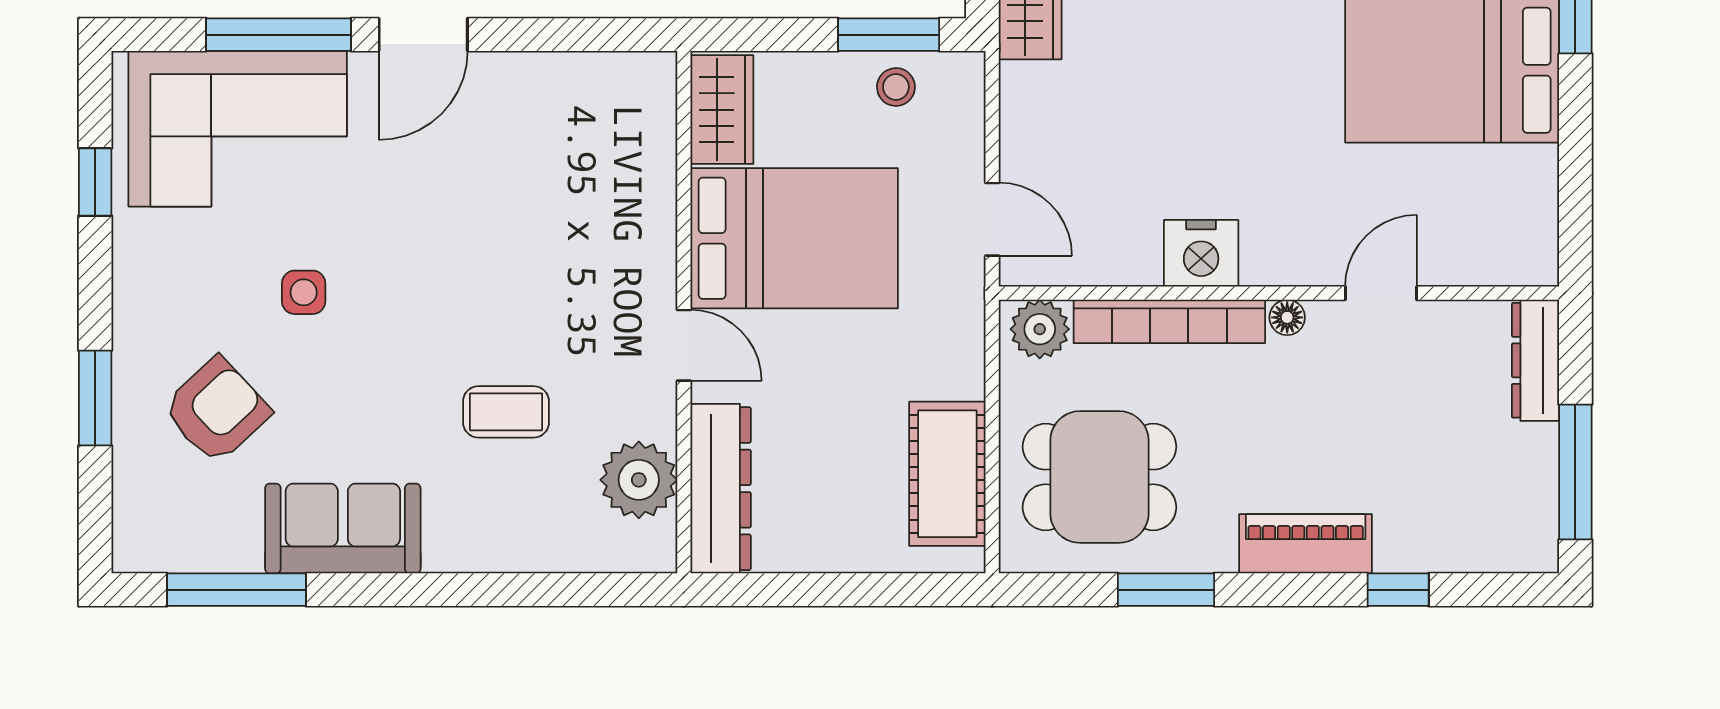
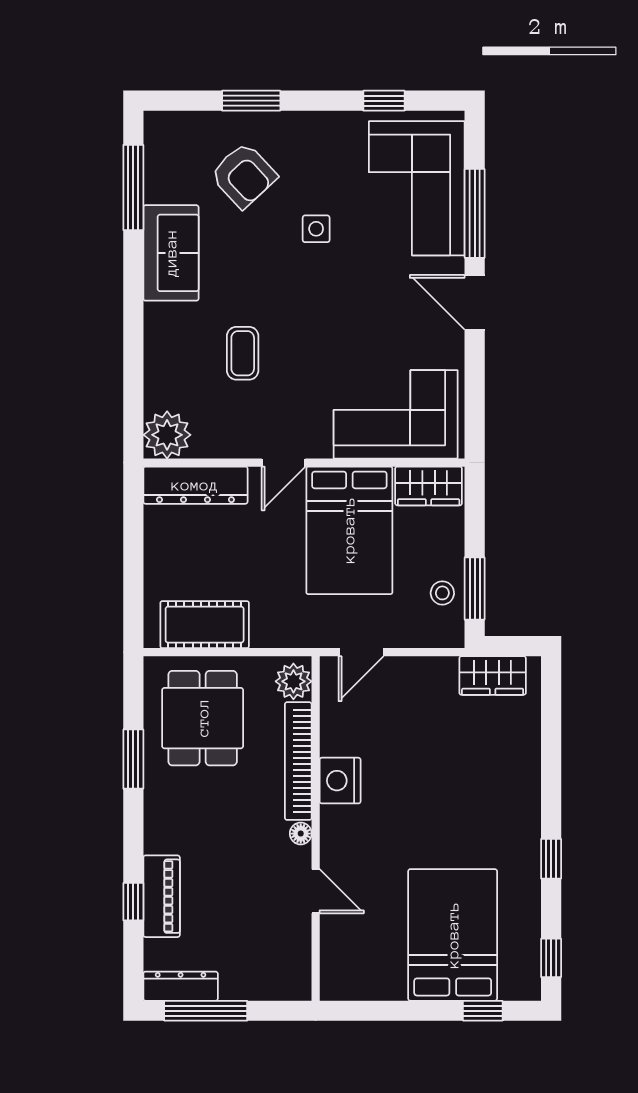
corner sofa: (605, 163) -> (396, 414), added
dresser: (1535, 360) -> (181, 986), moved
plant: (639, 480) -> (167, 435), moved
piano: (1306, 544) -> (162, 896), moved

